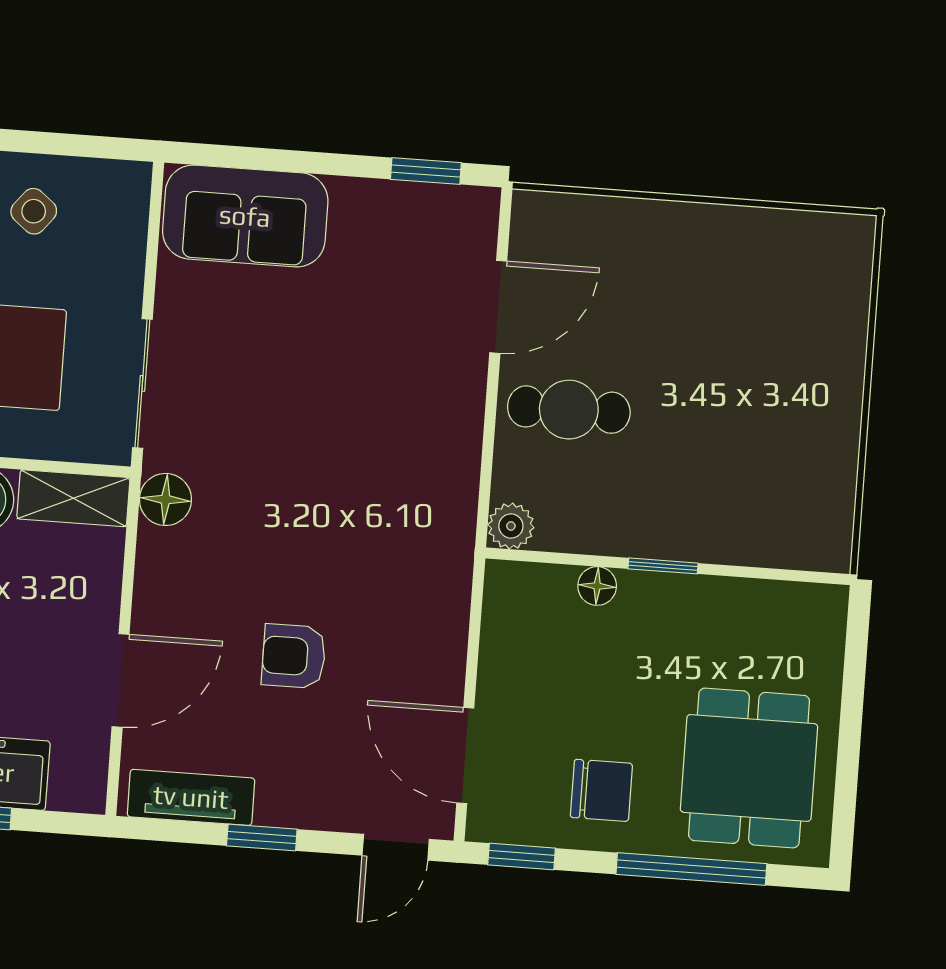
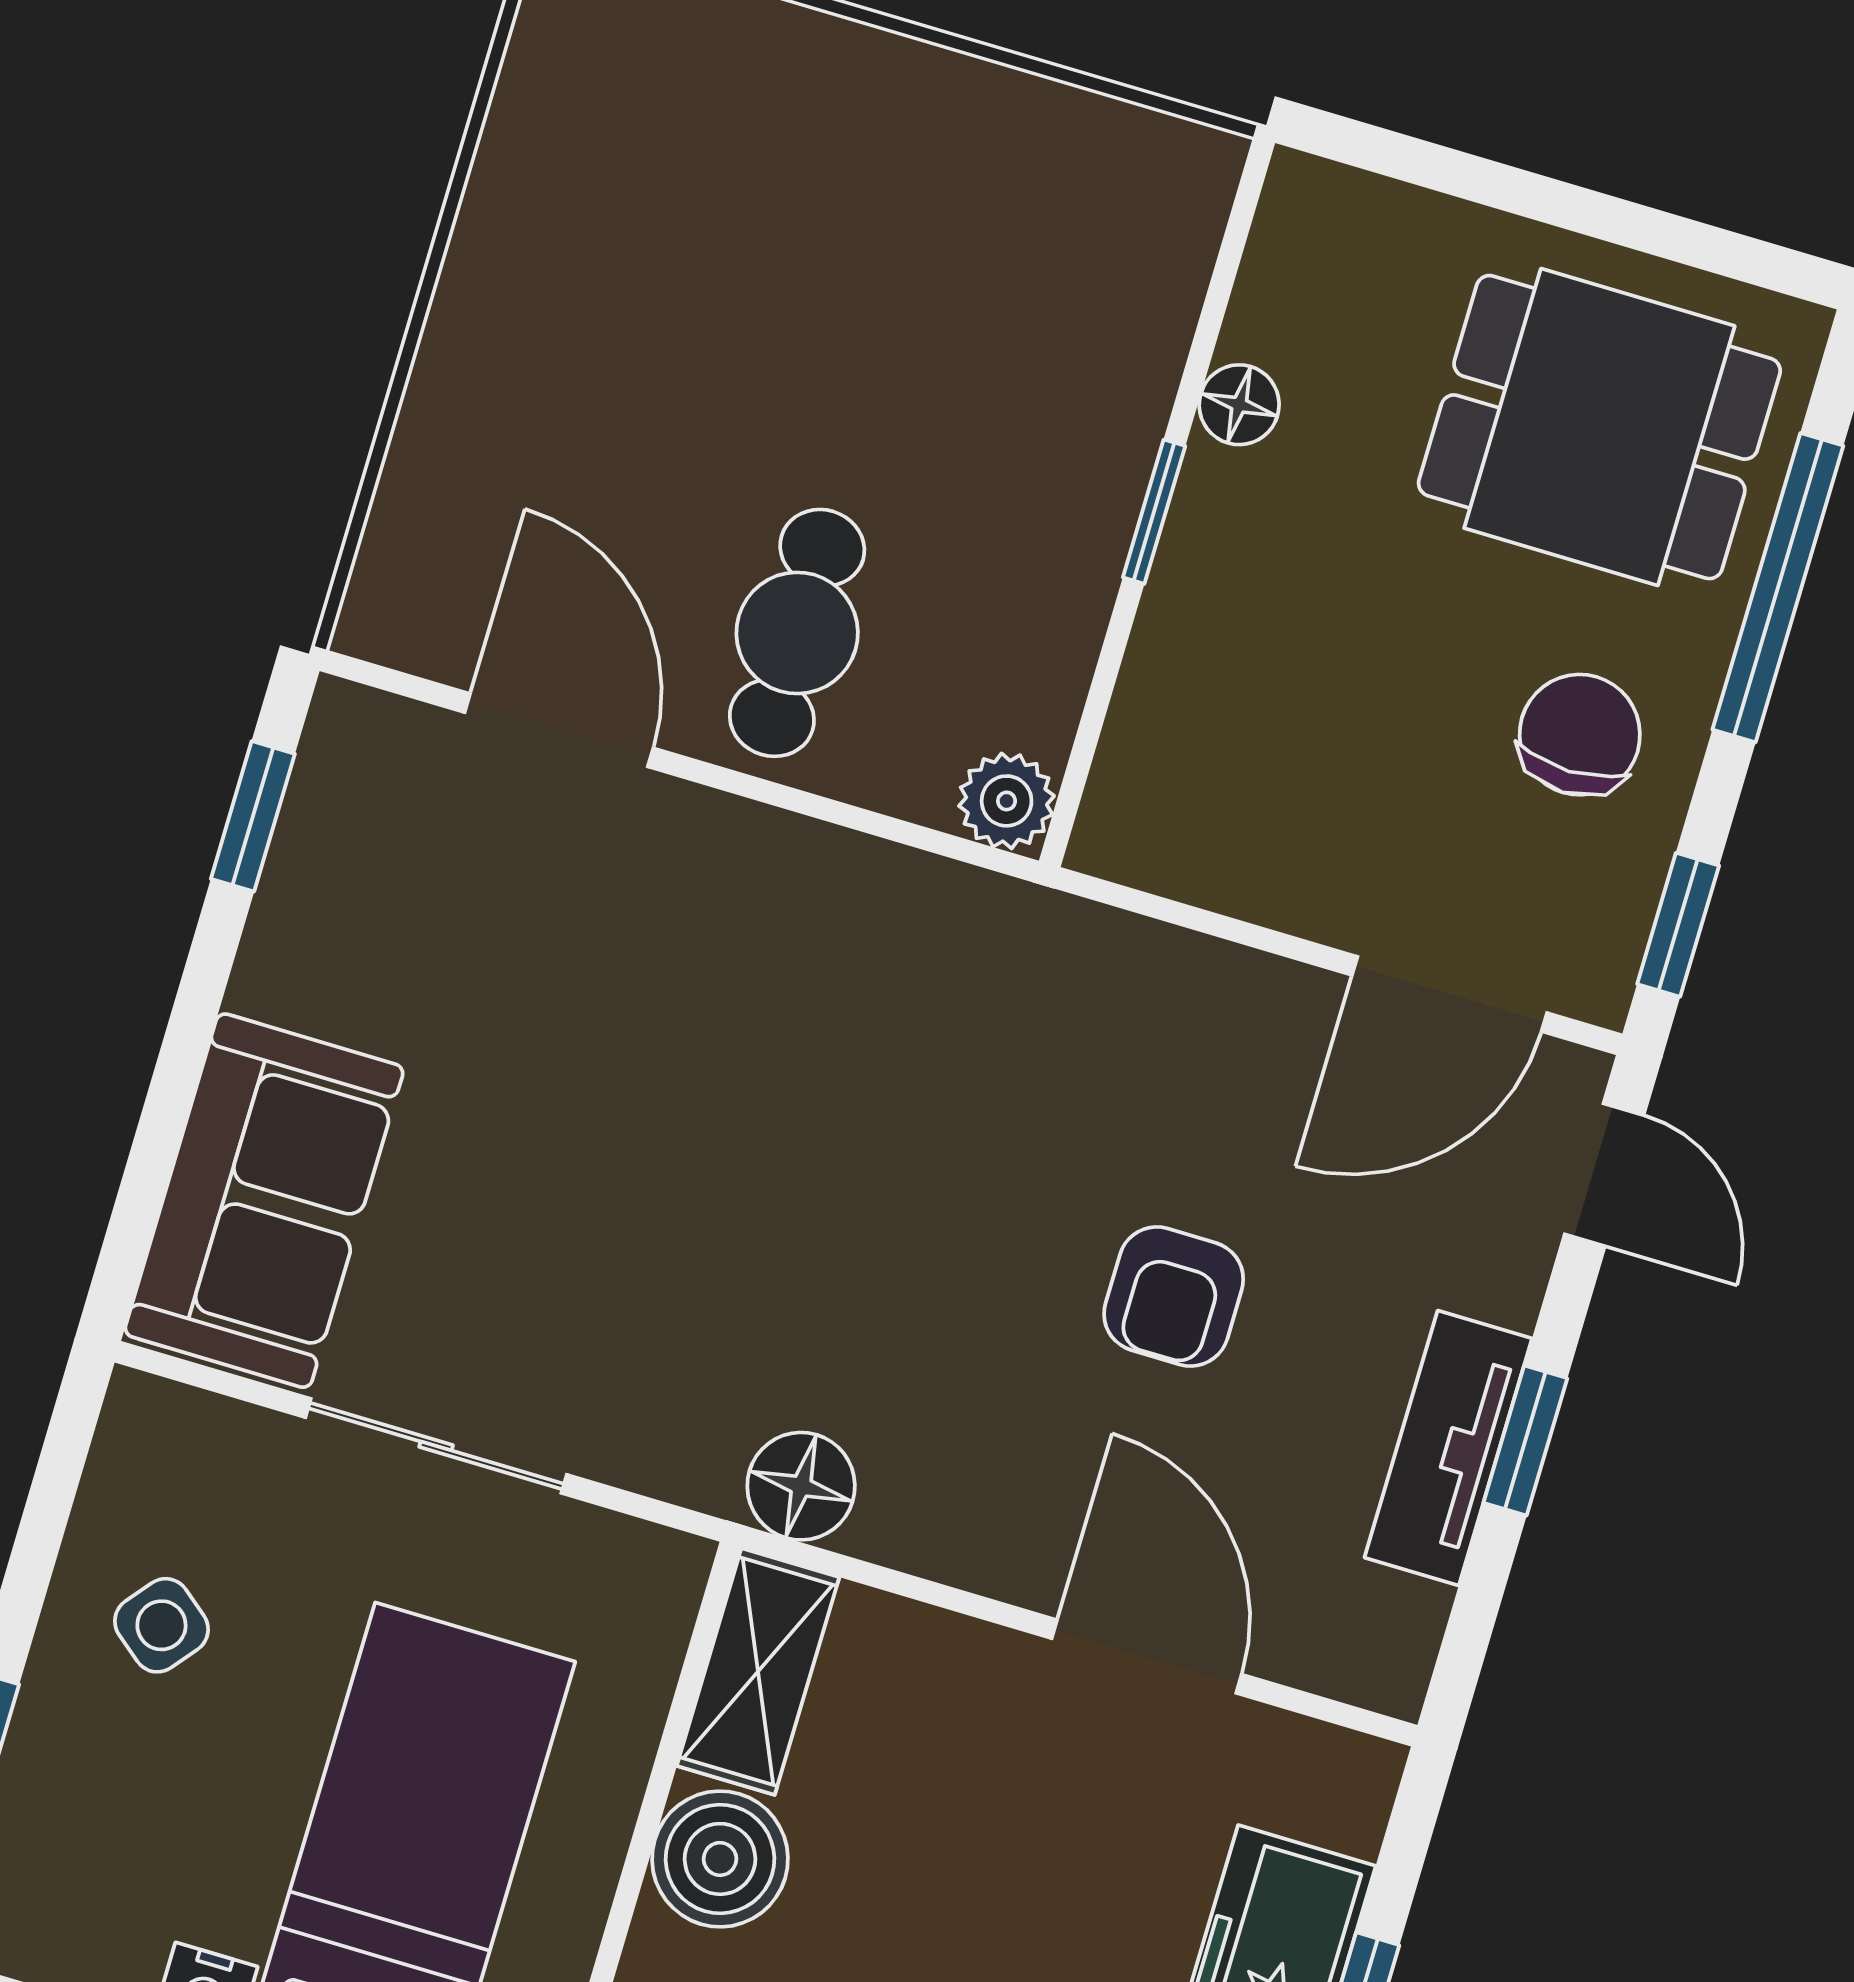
sliding door: (142, 383) -> (436, 1446), moved
floor lamp: (597, 586) -> (1239, 405), moved
tv unit: (191, 797) -> (1448, 1448), moved

